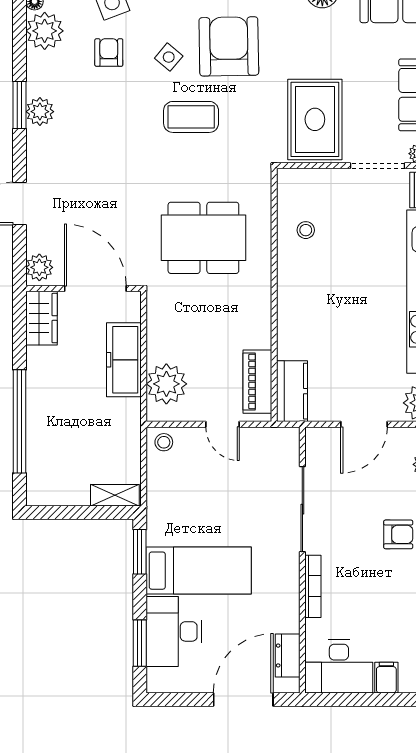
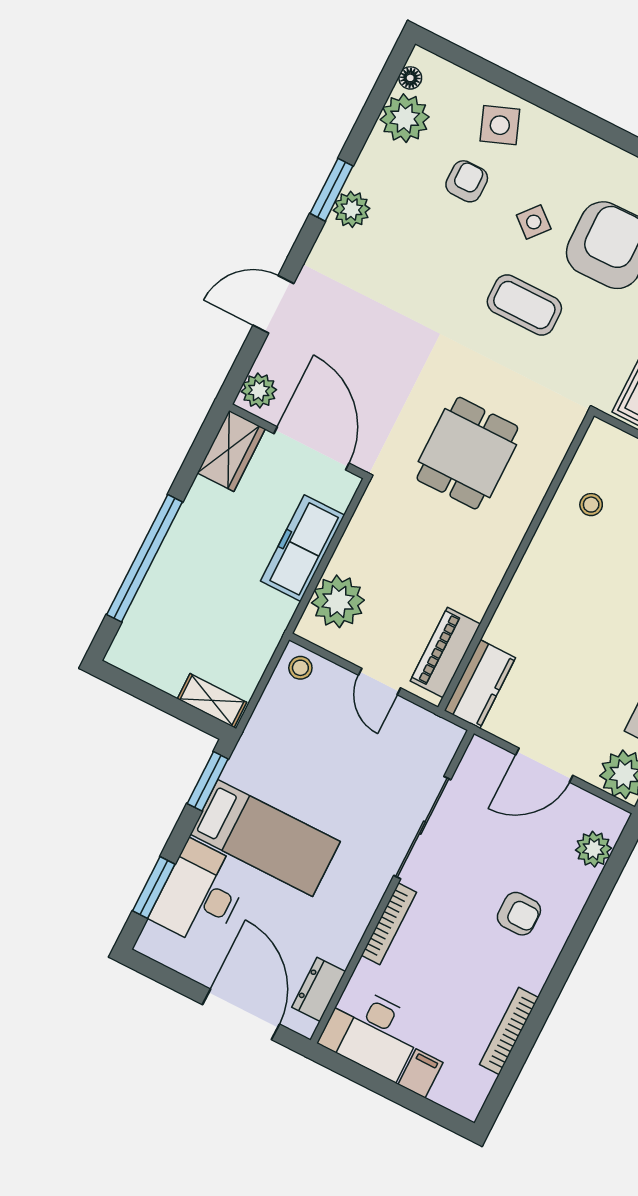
dining table: (203, 238) -> (467, 453), width x0.73
door: (243, 699) -> (241, 1014), hinge flipped

